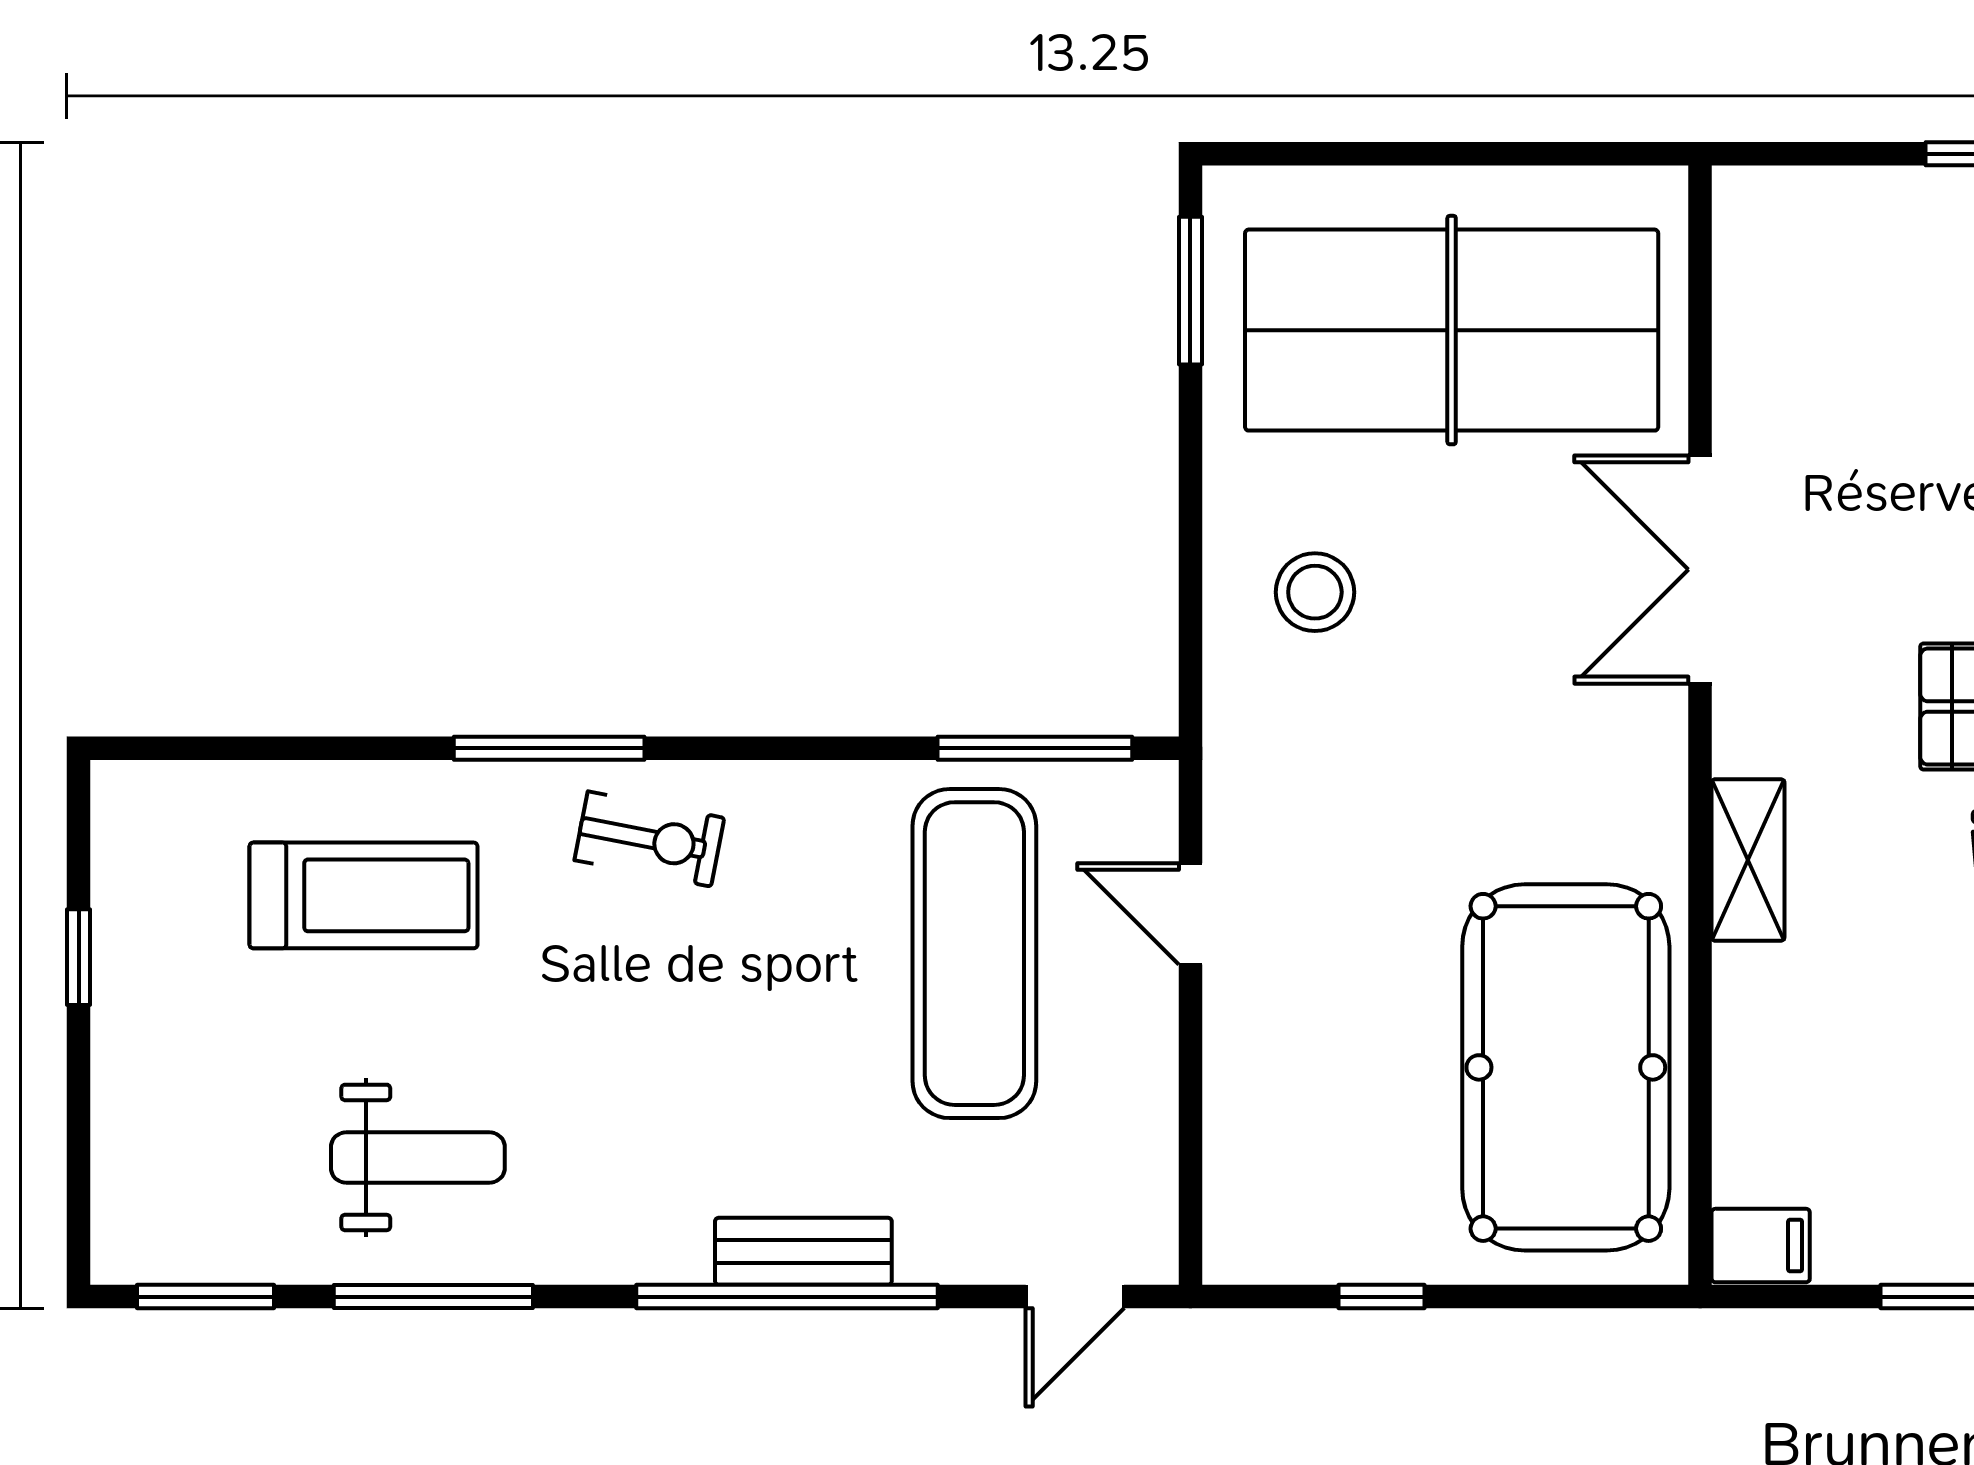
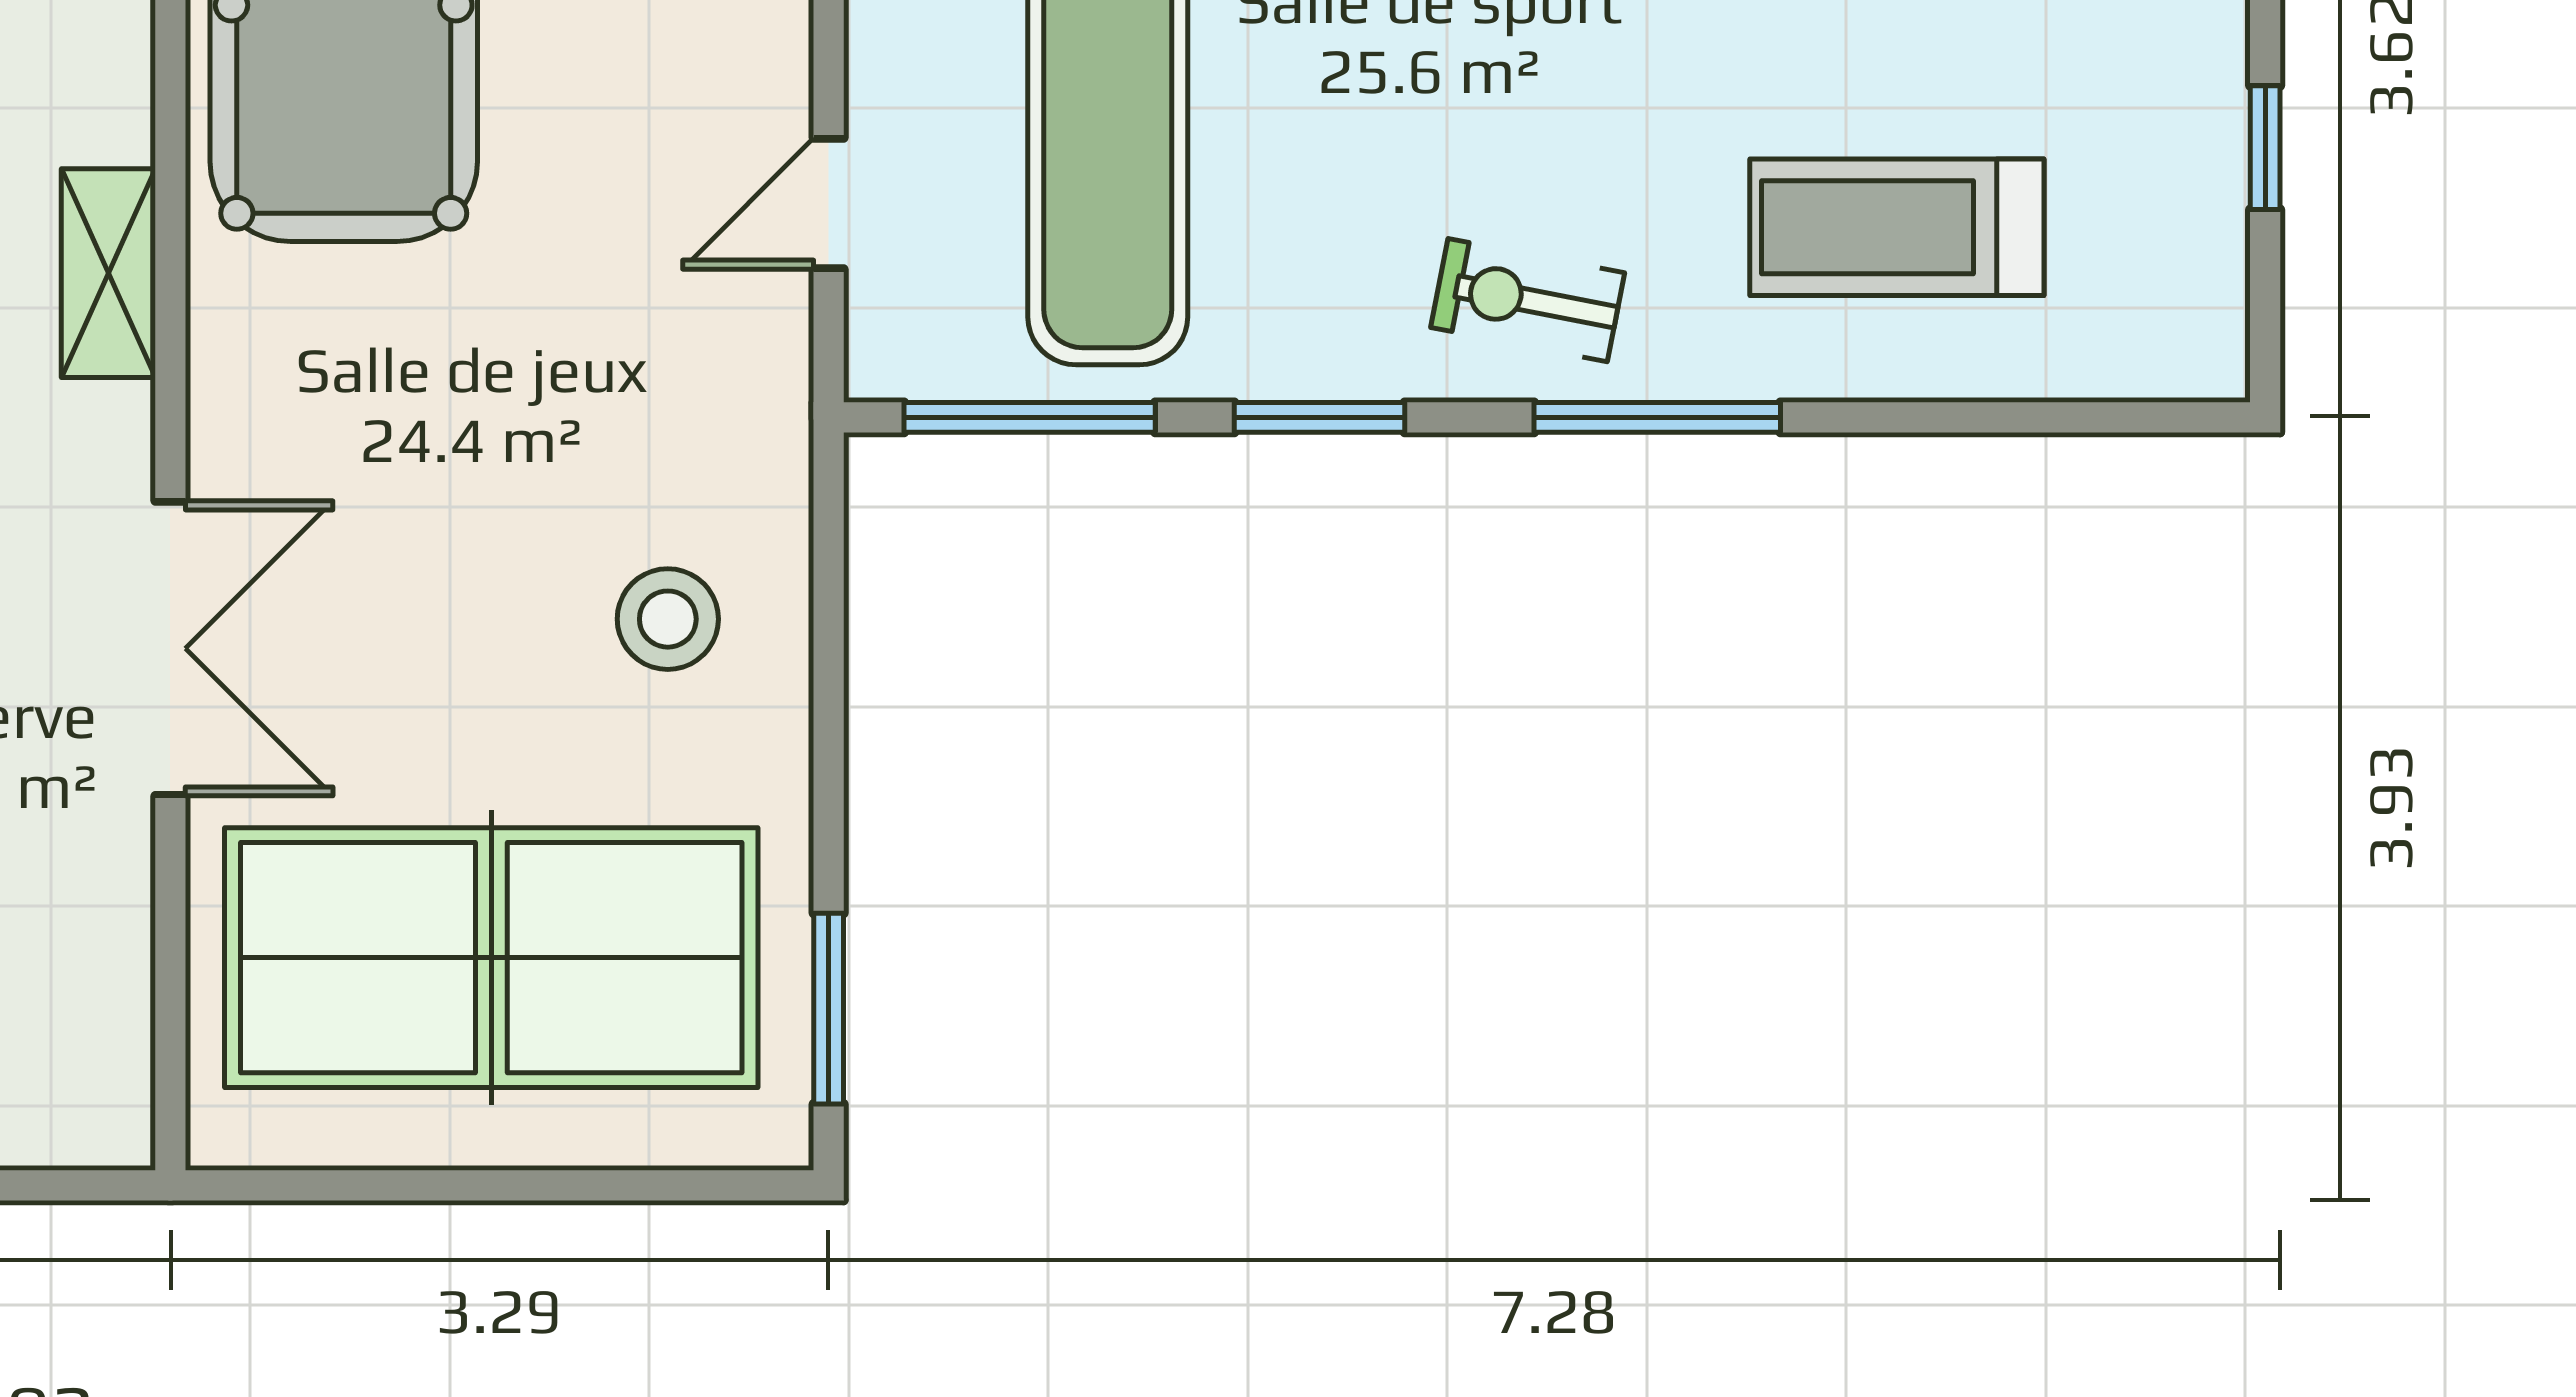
window: (810, 748) -> (1319, 417), added
door: (1190, 914) -> (829, 204), swing flipped

